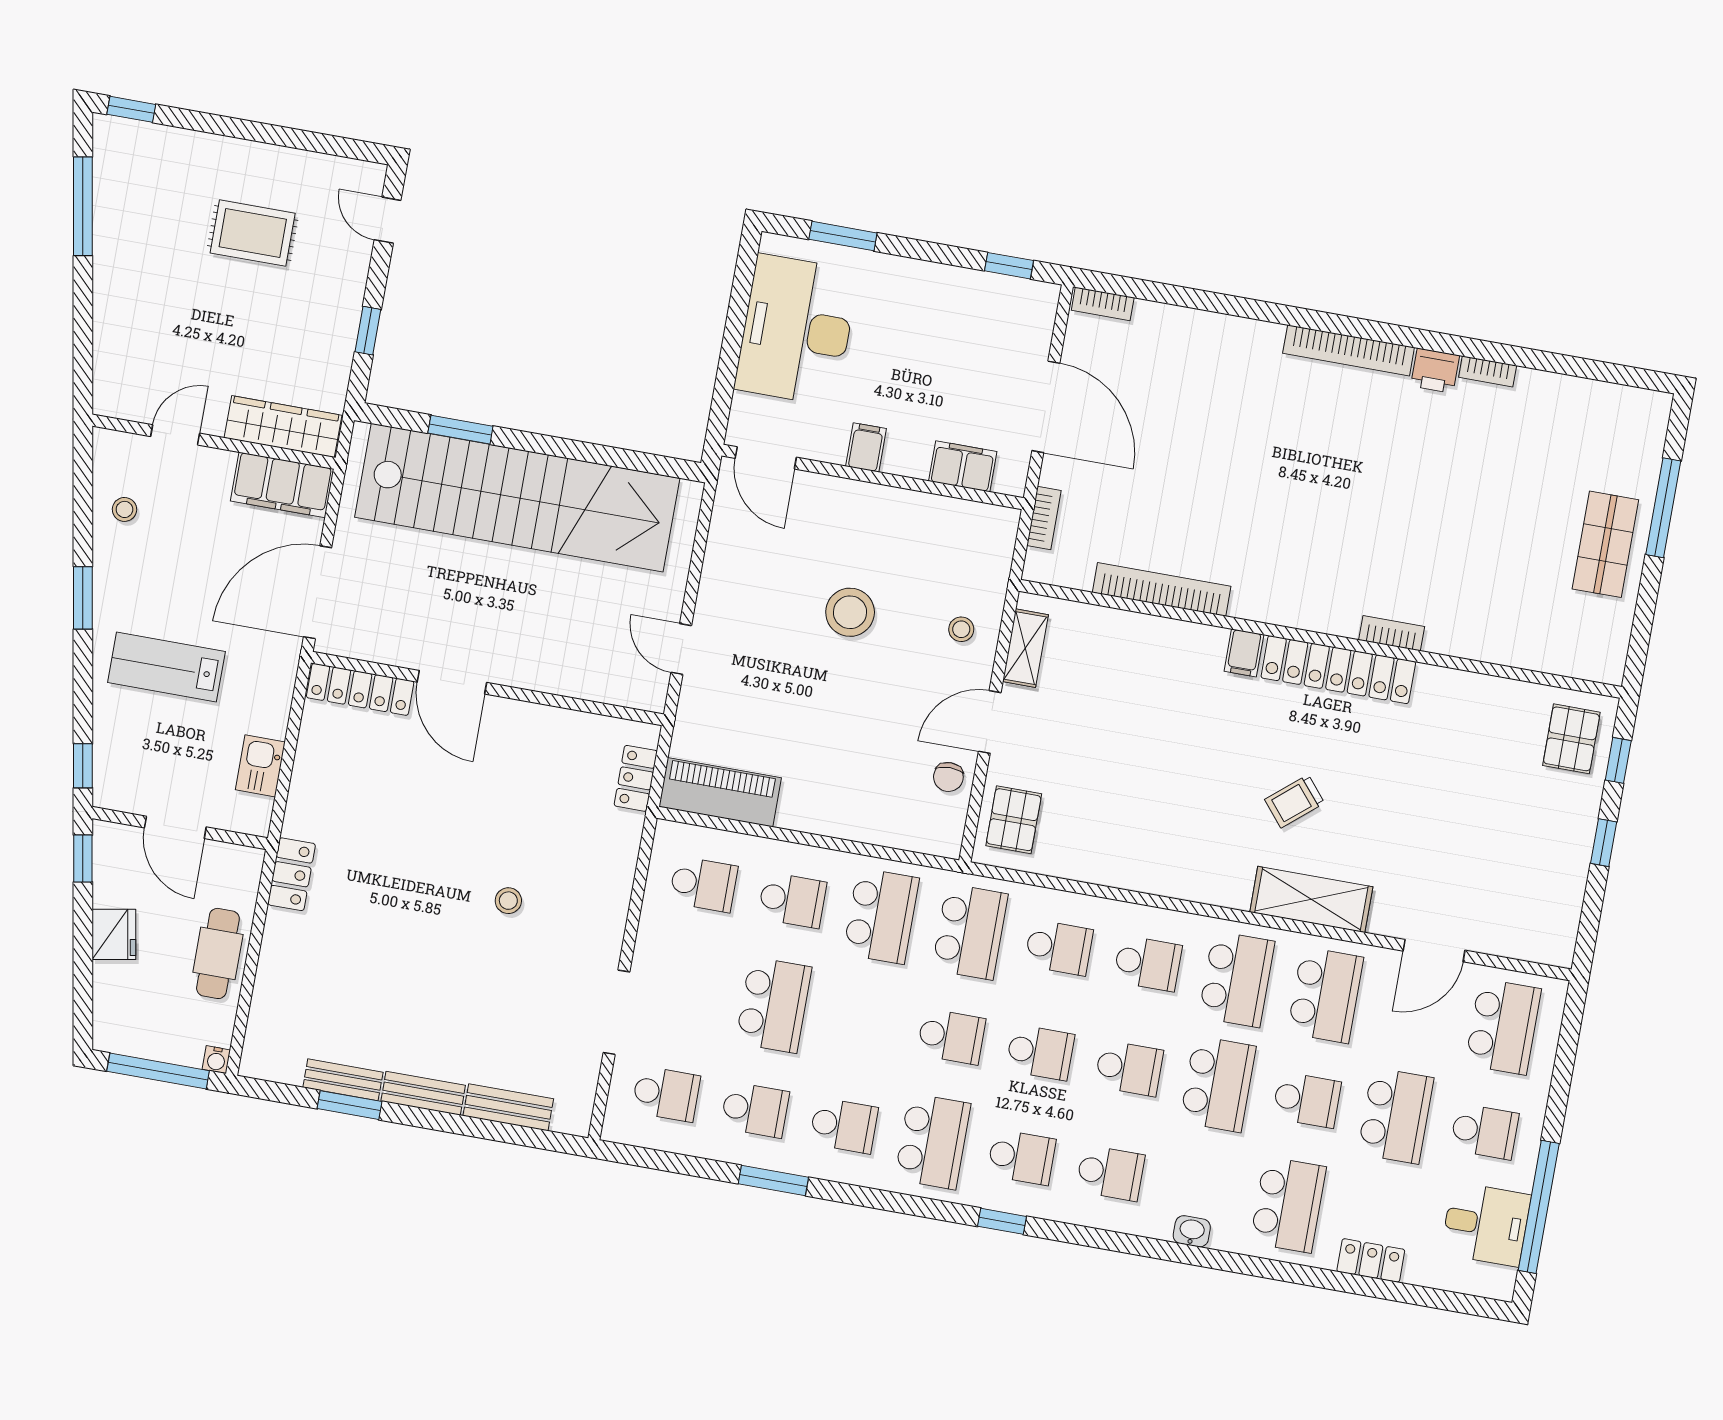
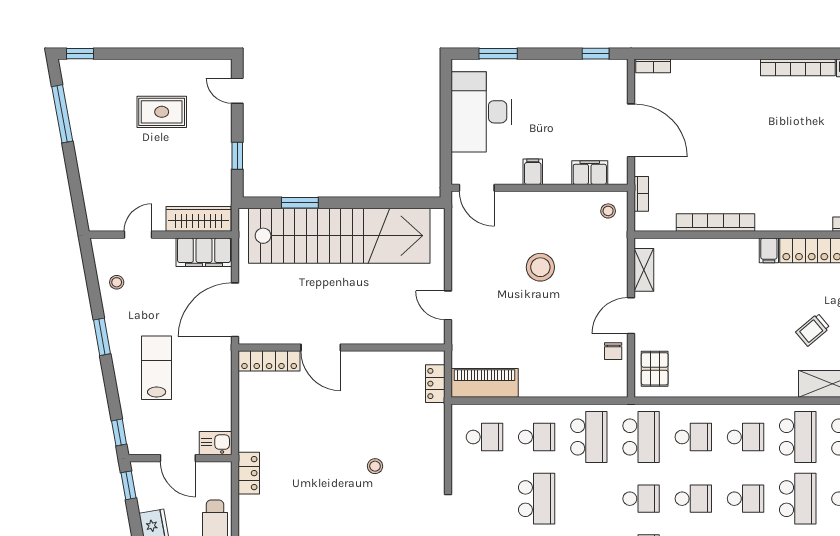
stool: (961, 629) -> (608, 211), moved
lab bench: (166, 667) -> (157, 368), turned 90
kitchen sink: (260, 766) -> (216, 443), moved, turned 90

